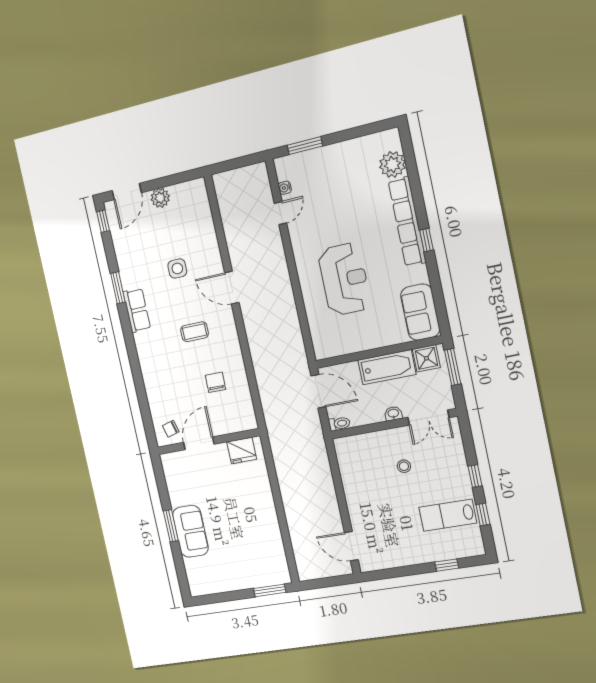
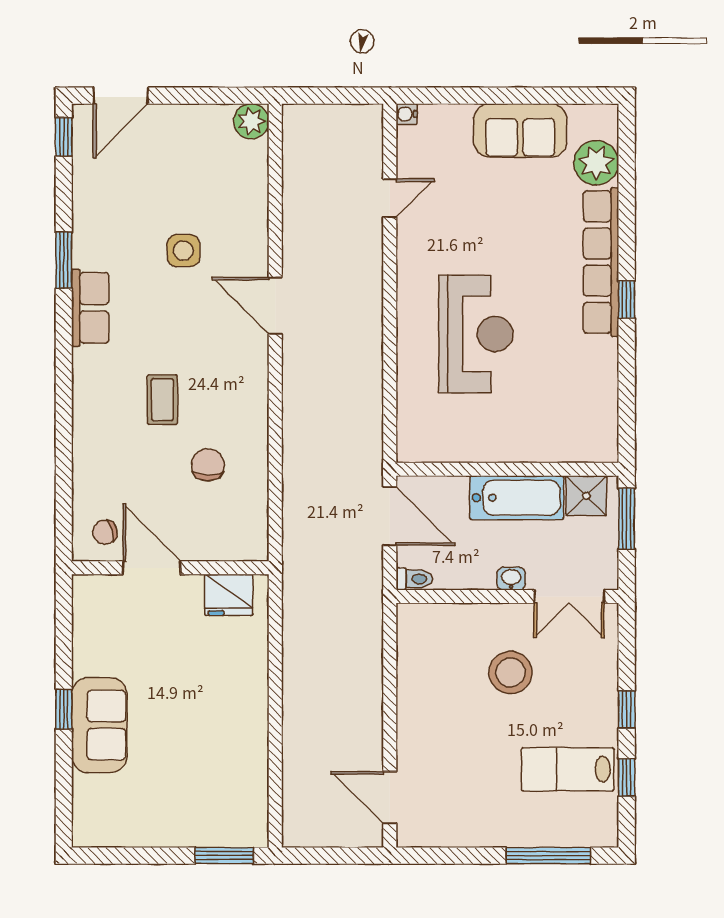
window: (305, 146) -> (456, 96), removed
water cooler: (285, 188) -> (407, 114), moved
plant: (160, 198) -> (251, 121), moved
sofa: (420, 312) -> (520, 130), moved, turned -90
coffee table: (195, 332) -> (162, 400), moved, turned 90
door: (199, 443) -> (152, 568), hinge flipped
stool: (404, 466) -> (510, 672), width x1.89, depth x1.89
window: (171, 526) -> (64, 709), width x0.67
window: (447, 565) -> (548, 856), width x2.17

